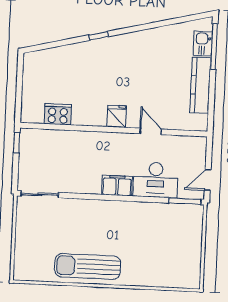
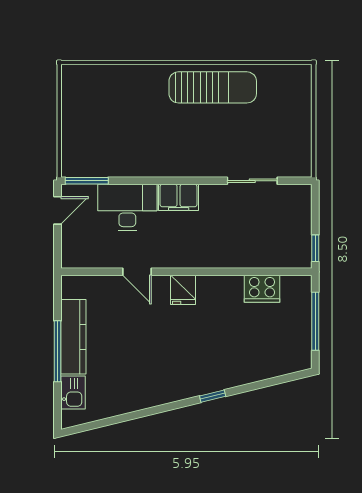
window: (214, 46) -> (58, 351), moved
window: (19, 88) -> (315, 321), added
sliding door: (40, 194) -> (252, 181), moved

